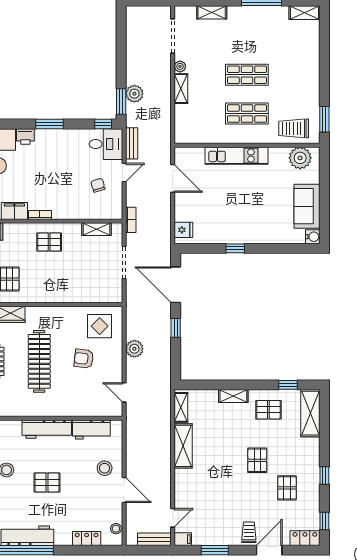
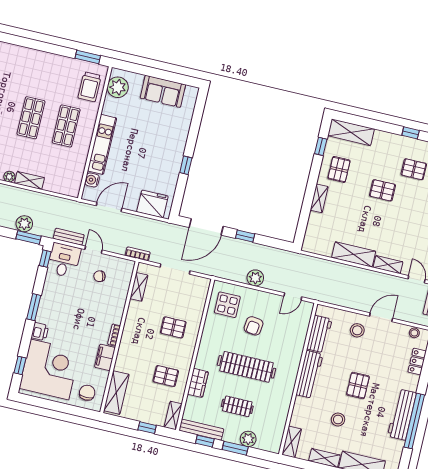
fridge: (183, 230) -> (152, 204), width x1.88, depth x1.34
water cooler: (313, 237) -> (92, 180), moved, turned -90
pallet: (49, 242) -> (173, 327), moved, turned 90
shelving: (181, 407) -> (388, 265), moved

